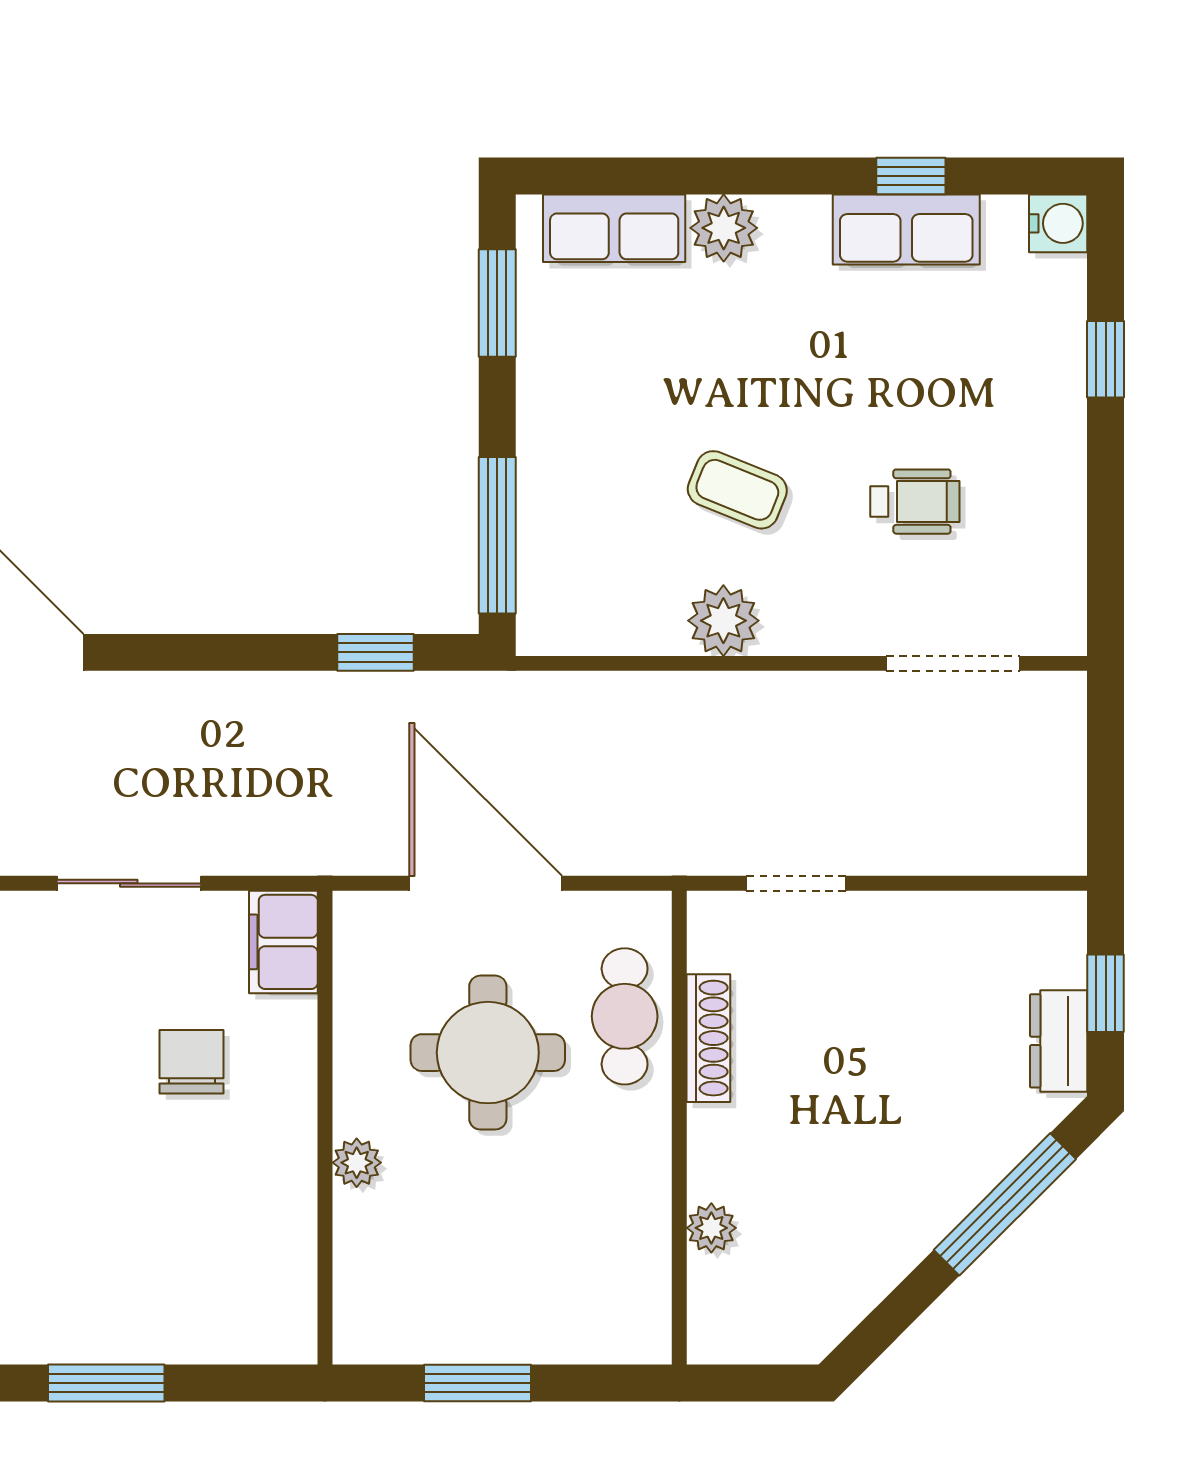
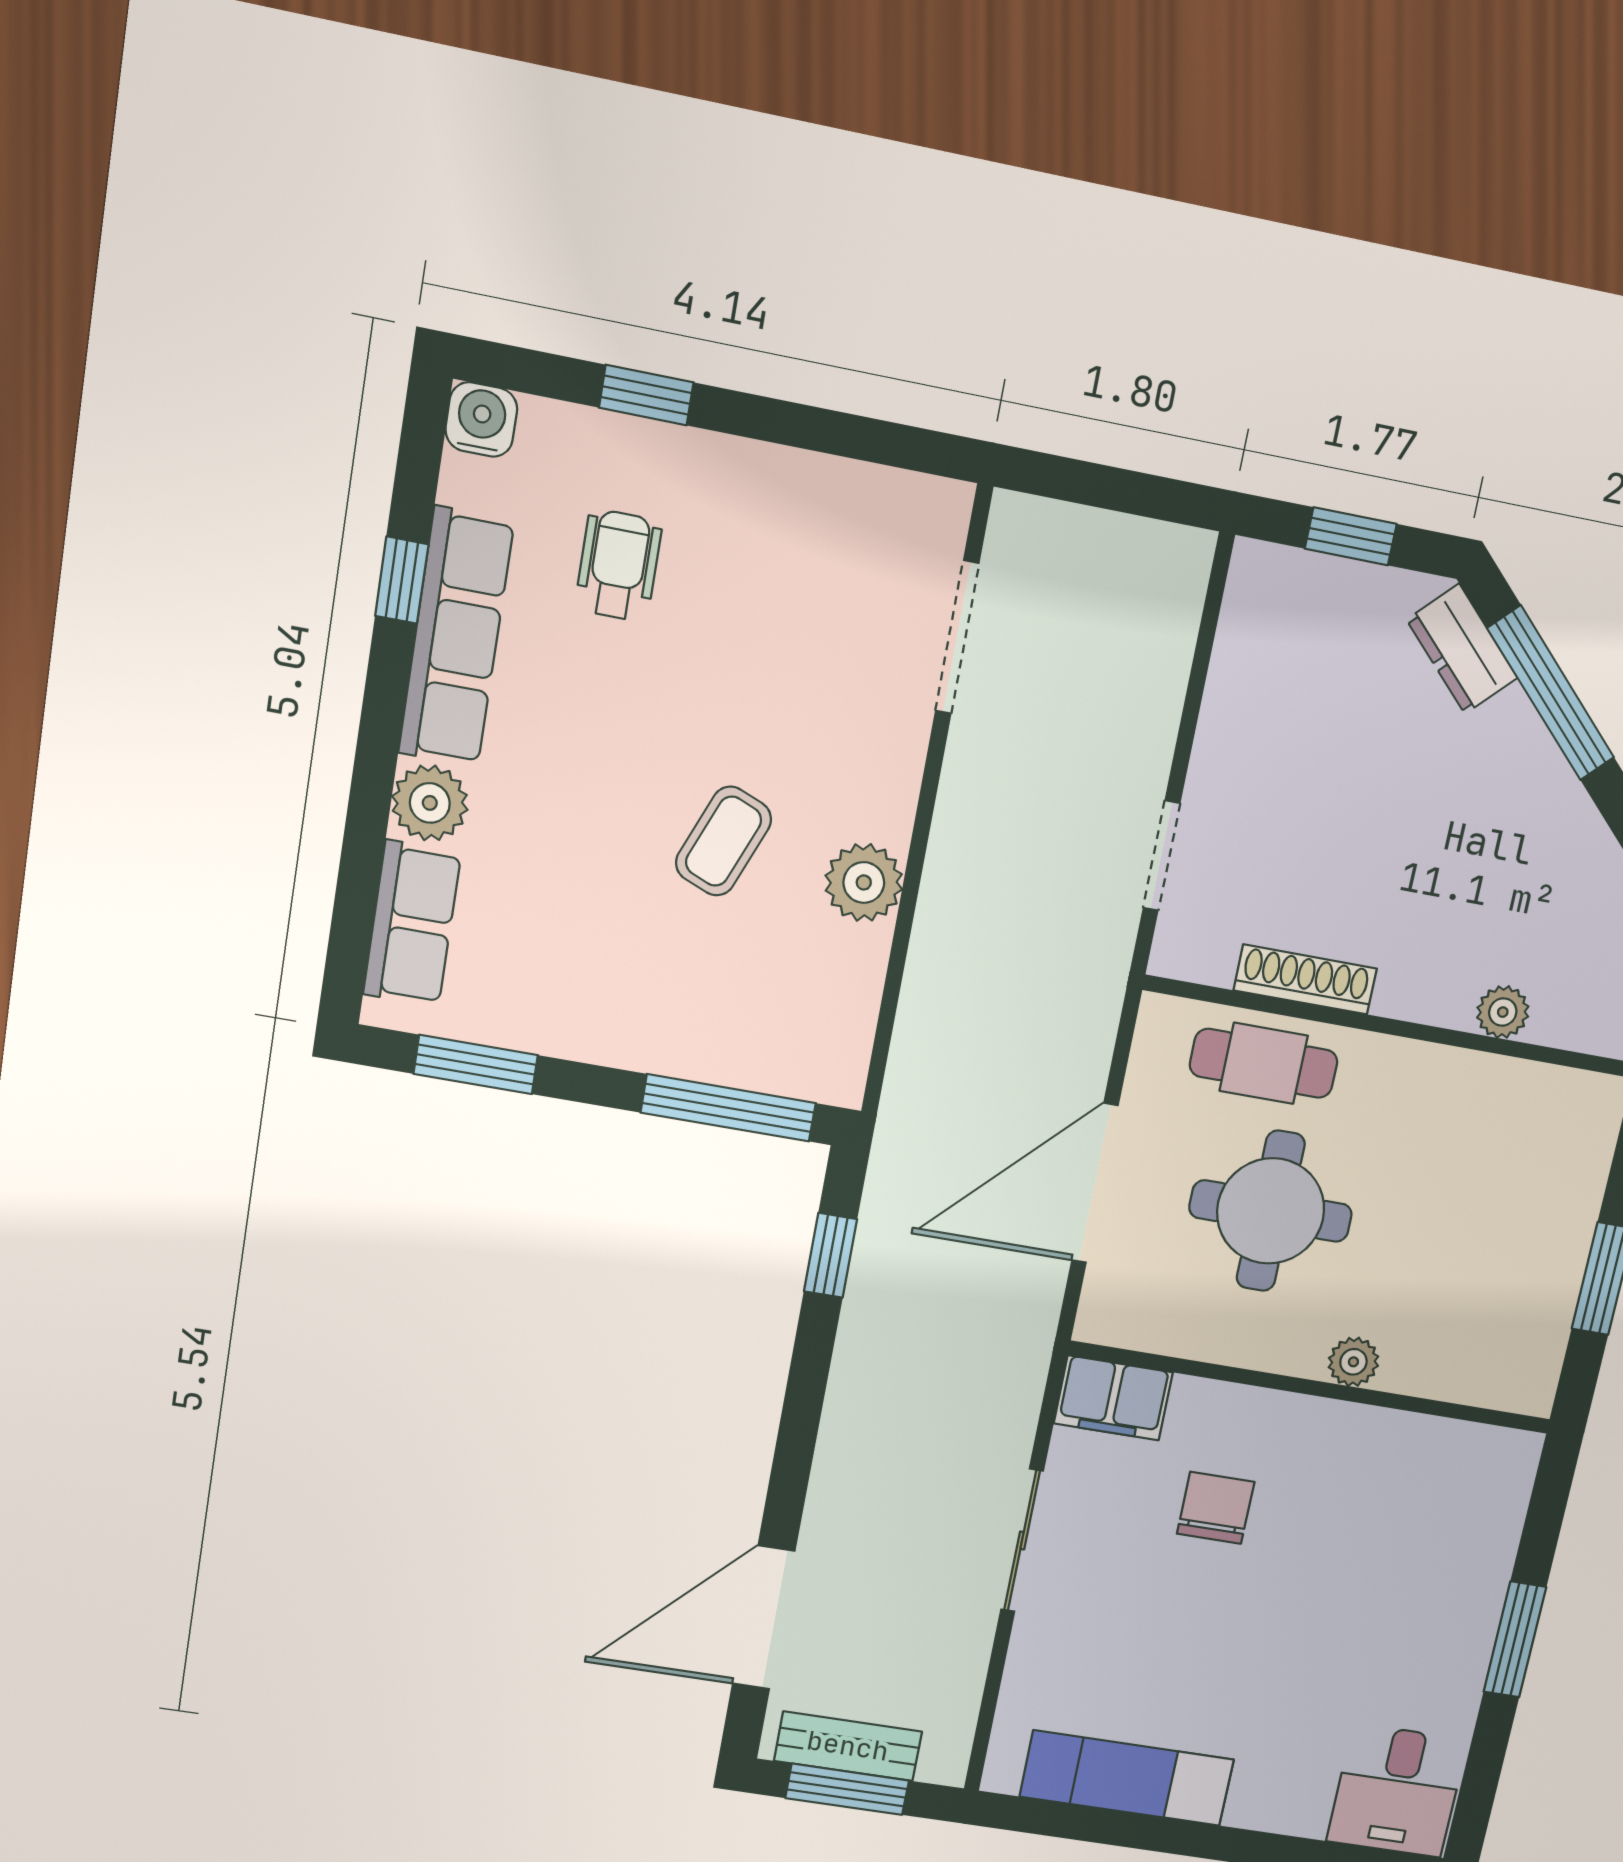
row of seats: (906, 229) -> (456, 637), width x1.48
wheelchair: (915, 502) -> (618, 565), moved
dresser: (1059, 1041) -> (1462, 649), moved, turned 45
chair: (192, 1062) -> (1216, 1508), turned 90

